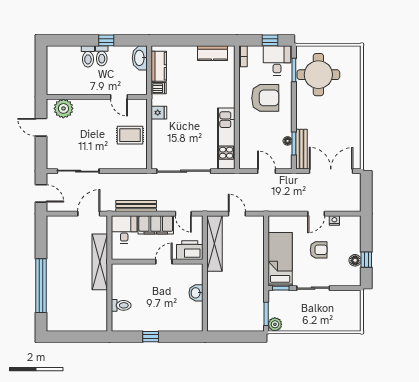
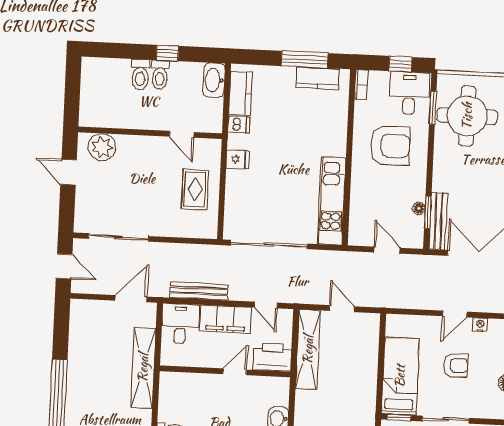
window: (203, 40) -> (305, 60), added
rug: (130, 135) -> (195, 190), turned 90

